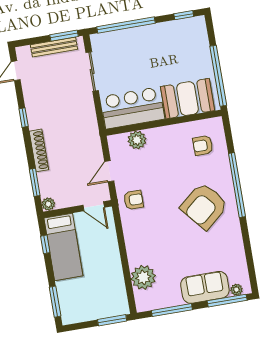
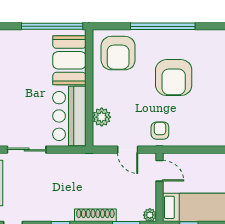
armchair: (203, 145) -> (118, 53), width x1.88, depth x1.88
door: (94, 206) -> (160, 171), hinge flipped
armchair: (204, 206) -> (174, 78), moved, turned 40

